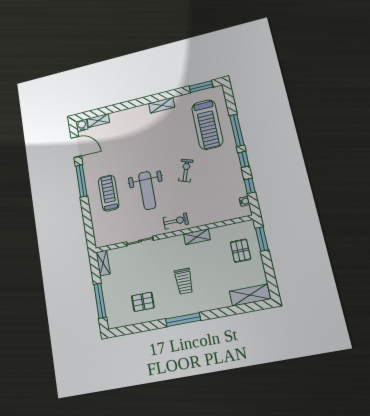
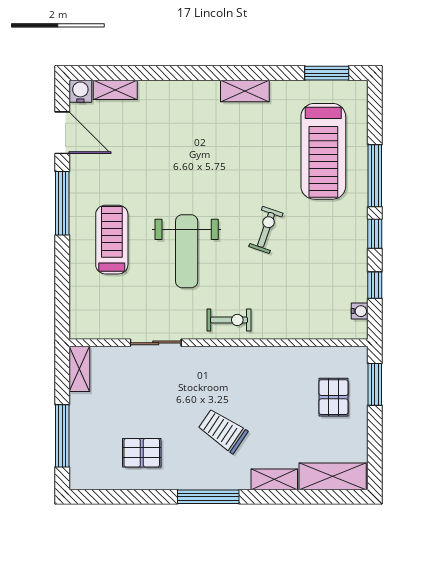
shelving: (197, 237) -> (274, 479), moved
trolley: (184, 281) -> (223, 431), turned 124

